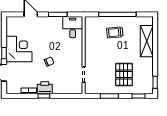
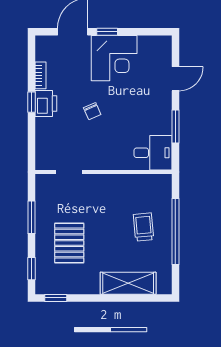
pallet: (124, 75) -> (69, 243), turned 90

